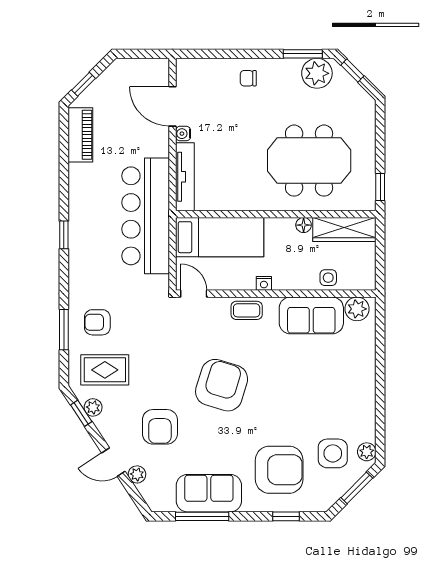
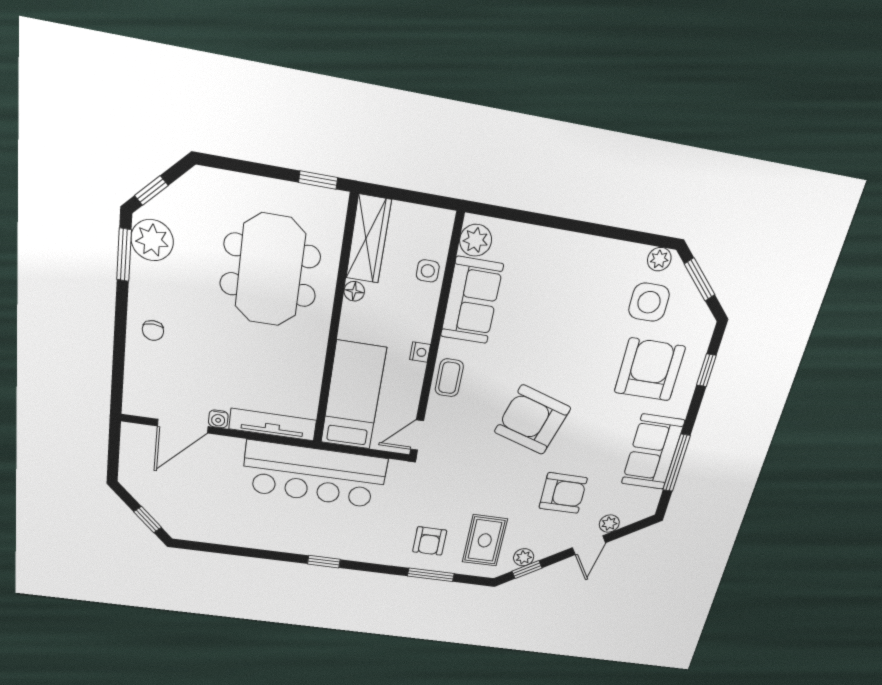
piano: (80, 135) -> (208, 531), removed

